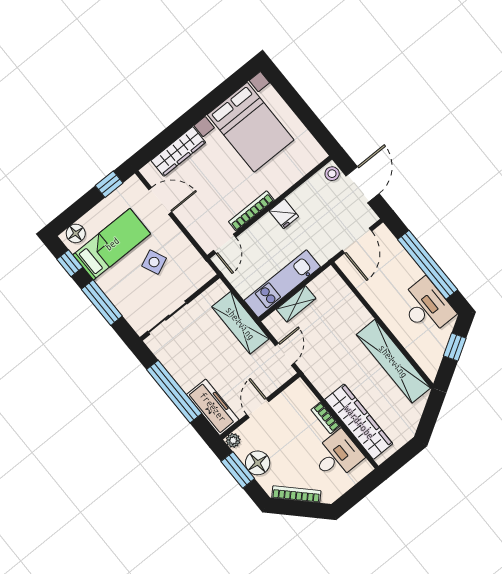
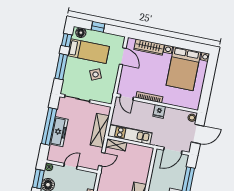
window: (109, 184) -> (98, 27), moved
door: (225, 244) -> (127, 97), hinge flipped
shelving: (296, 304) -> (116, 145), moved
freezer: (213, 407) -> (59, 132), moved

